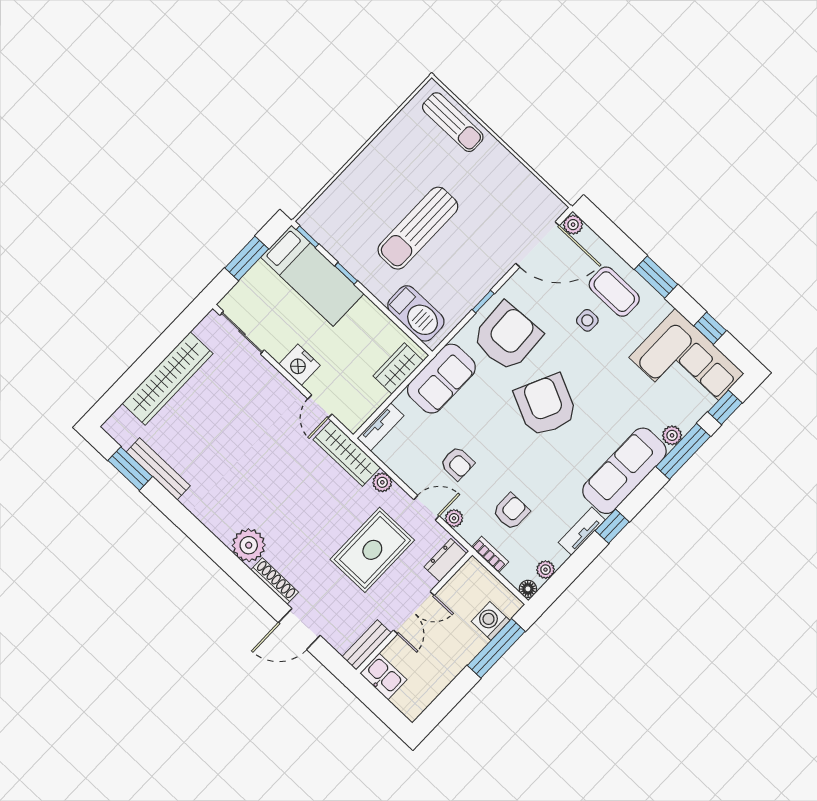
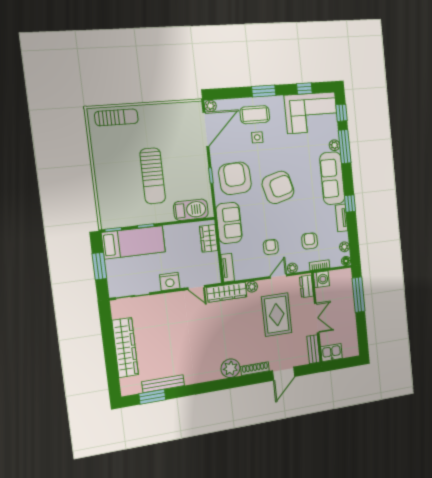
armchair: (546, 405) -> (278, 187), turned 140
armchair: (457, 463) -> (271, 247), turned -90
washing machine: (490, 621) -> (321, 279), moved, turned 180

